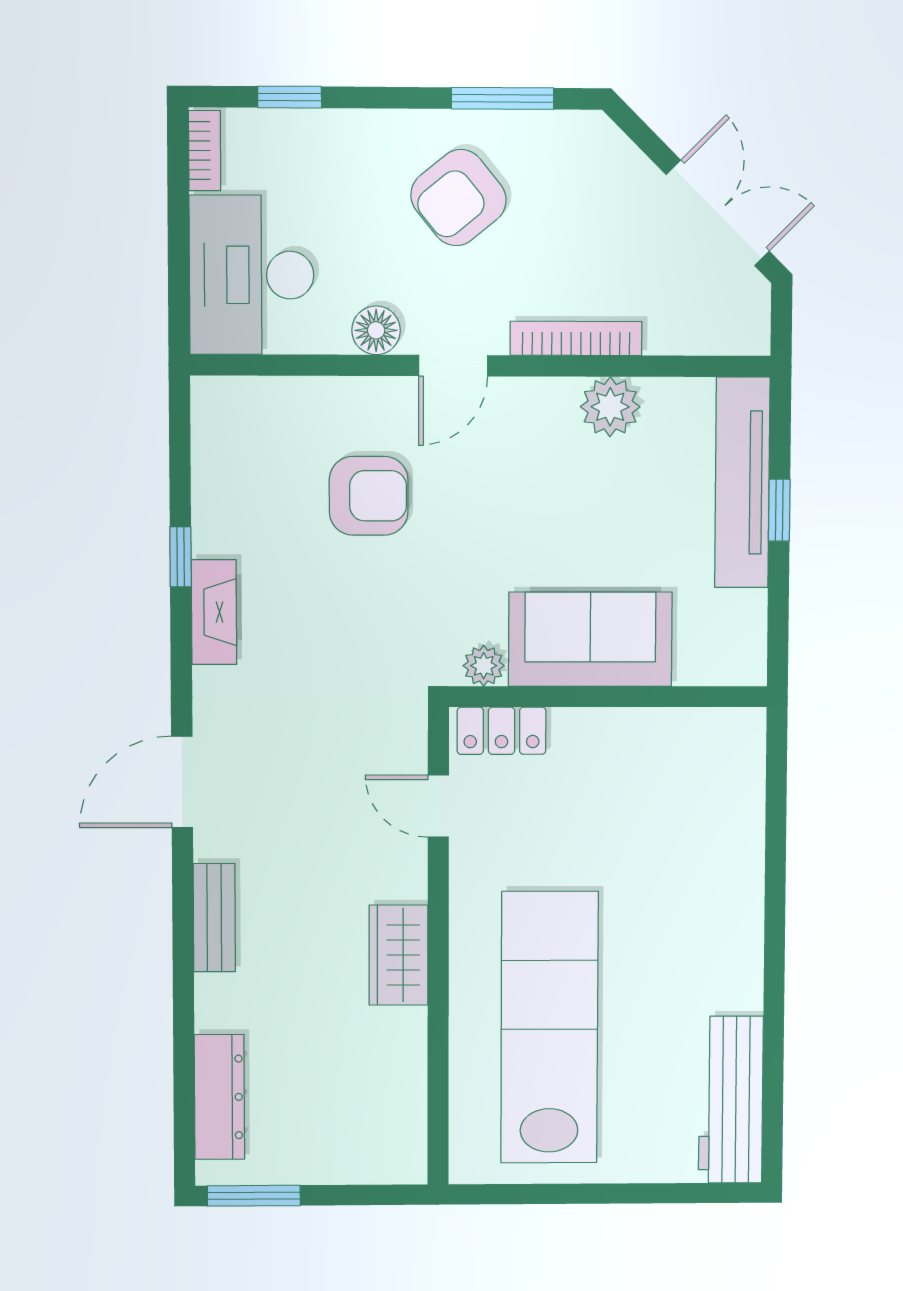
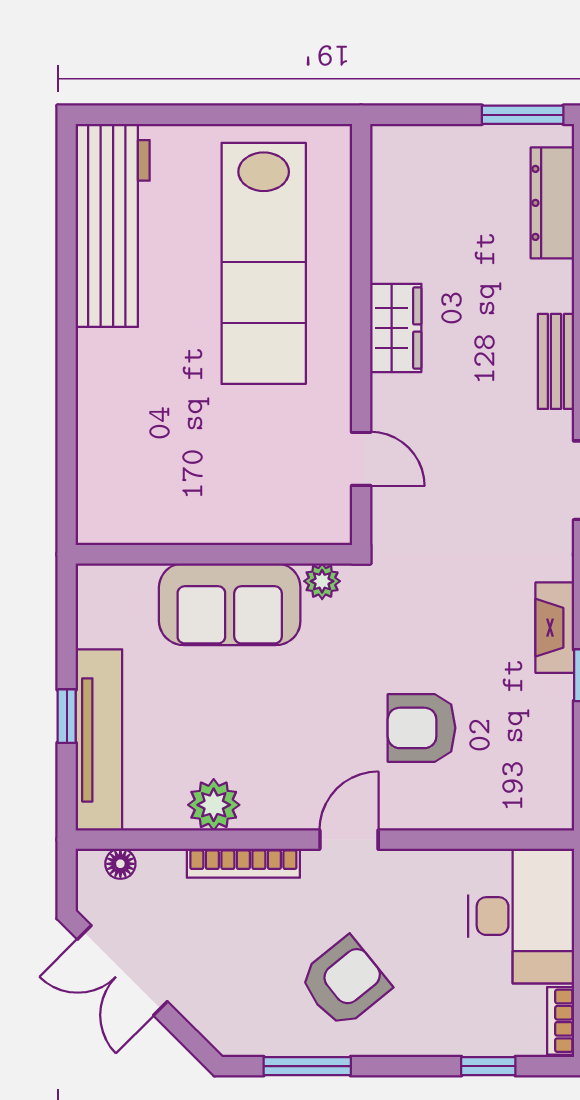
floor lamp: (376, 330) -> (120, 864), moved, width x0.73, depth x0.73
locker: (501, 731) -> (306, 525), removed
workbench: (731, 1100) -> (113, 225), width x1.36, depth x1.32

